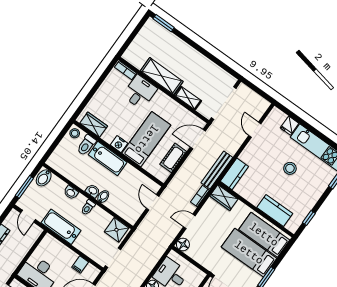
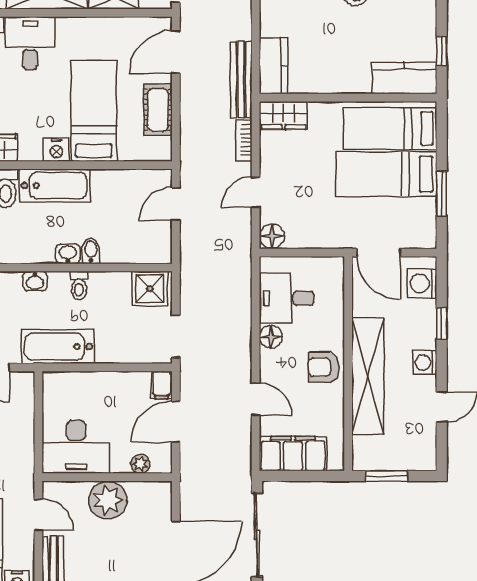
door: (153, 202) -> (176, 204), hinge flipped
kitchen counter: (275, 211) -> (405, 78), moved
filing cabinet: (80, 265) -> (162, 385), moved

